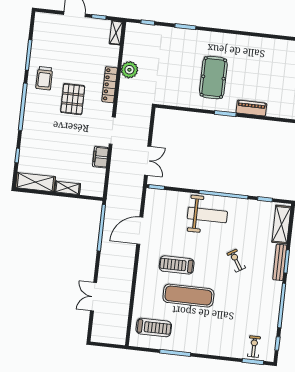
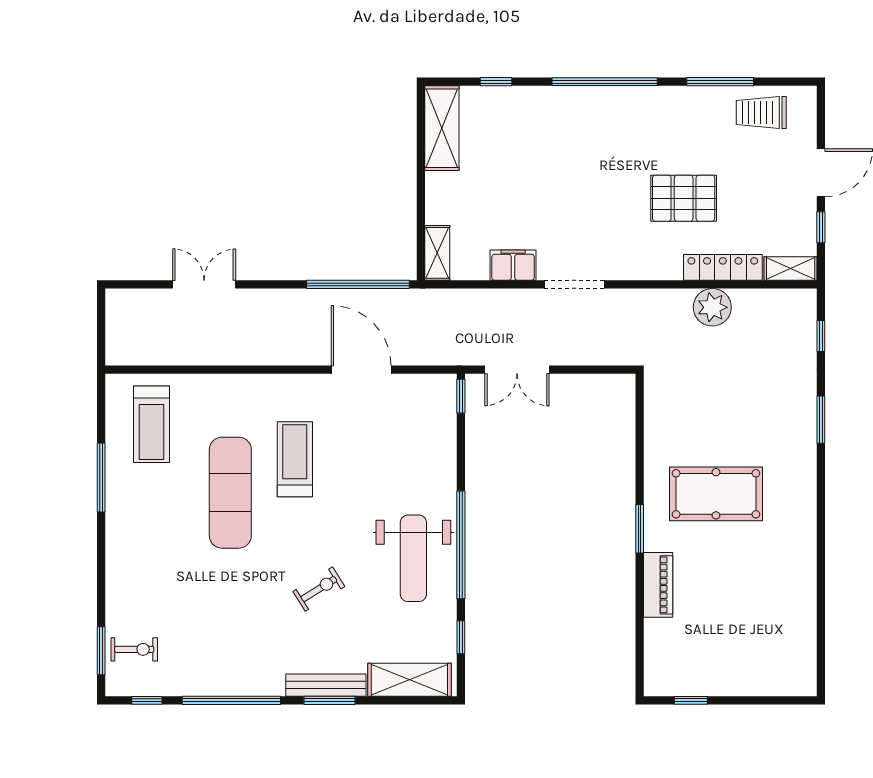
trolley: (44, 78) -> (761, 113), moved
locker: (110, 85) -> (723, 267), moved
pallet: (73, 99) -> (684, 198), moved
shelving: (68, 188) -> (437, 253), moved
weight bench: (207, 215) -> (413, 558), moved

